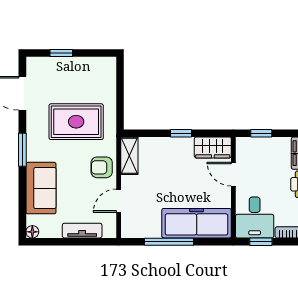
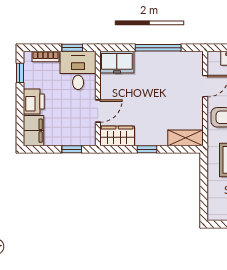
shelving: (129, 156) -> (185, 138), moved, turned 90
door: (233, 174) -> (98, 111), hinge flipped
freezer: (197, 223) -> (117, 62), width x0.52, depth x0.79

